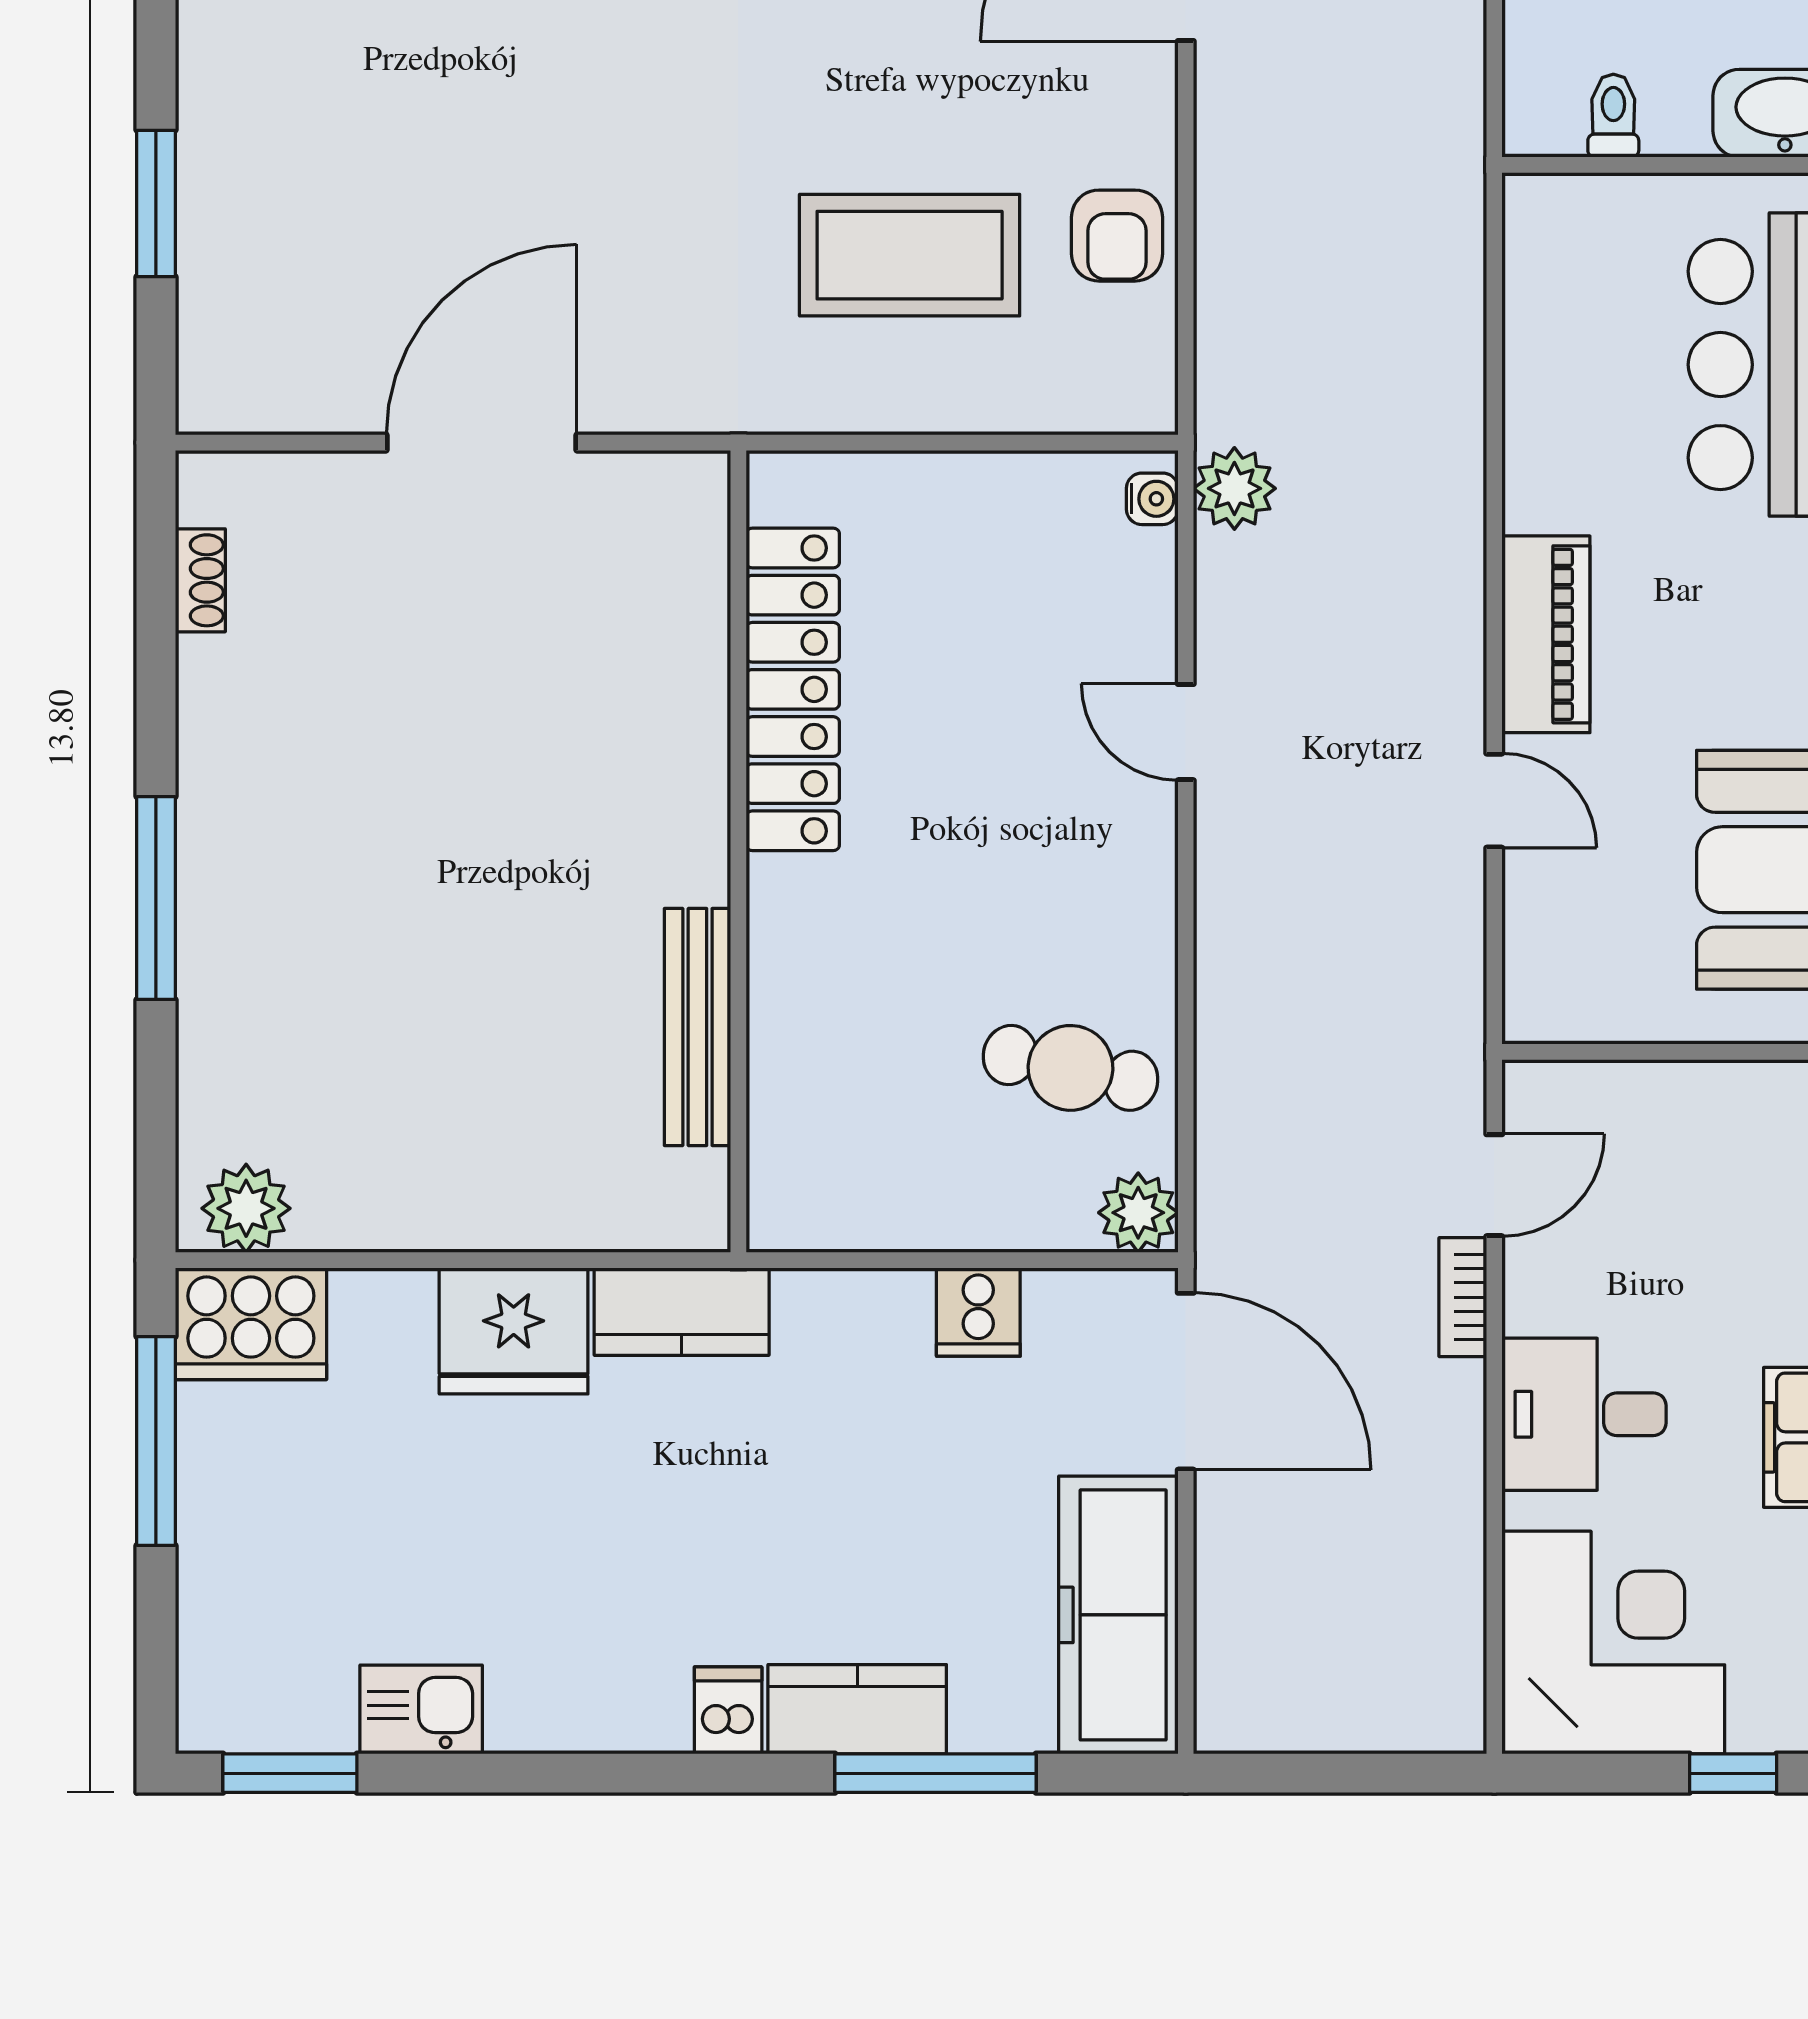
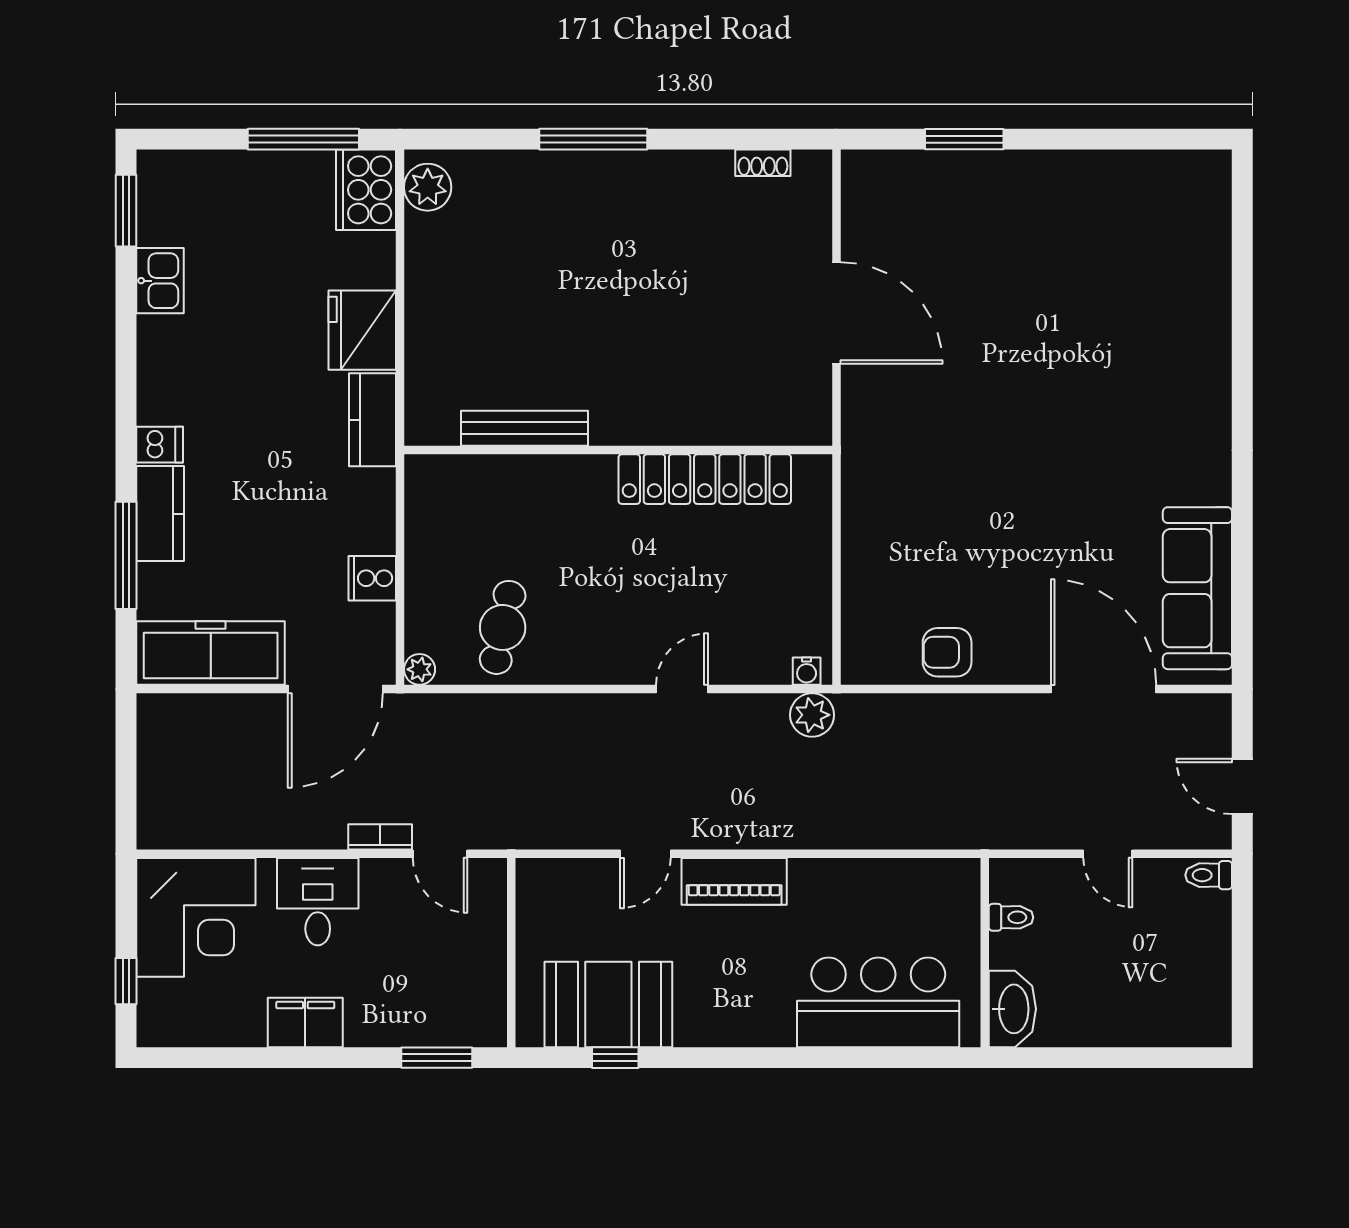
coffee table: (910, 255) -> (937, 541), removed
plant: (1138, 1213) -> (420, 669), width x0.73, depth x0.73

